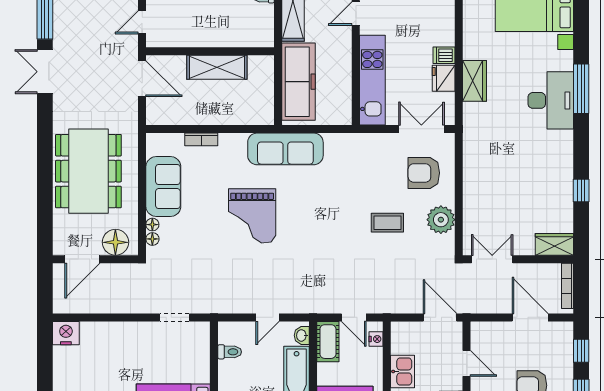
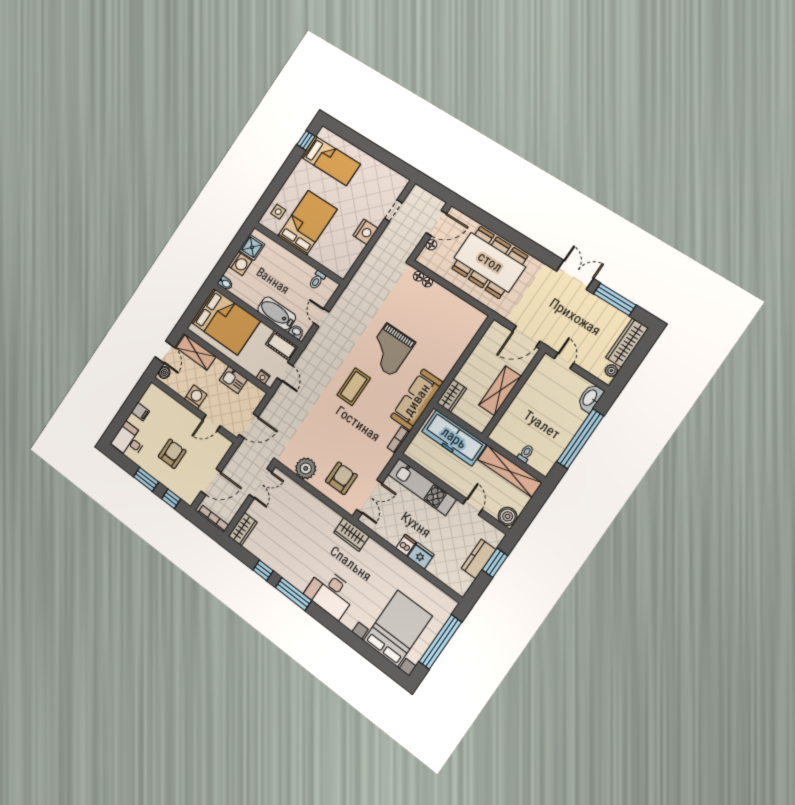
fridge: (444, 78) -> (421, 556), moved
wardrobe: (474, 81) -> (351, 534), moved
window: (581, 89) -> (293, 594), moved
wardrobe: (256, 115) -> (452, 396), added
bookcase: (201, 139) -> (398, 440), moved
sofa: (163, 187) -> (447, 305), removed
grand piano: (252, 216) -> (390, 350), turned -90
coffee table: (387, 223) -> (354, 387), moved, width x1.36, depth x1.30
floor lamp: (115, 242) -> (431, 245), width x0.53, depth x0.53
door: (82, 259) -> (436, 223), swing flipped
doorway: (175, 317) -> (393, 210), moved
door: (354, 317) -> (285, 372), swing flipped
nightstand: (66, 333) -> (365, 232), moved

